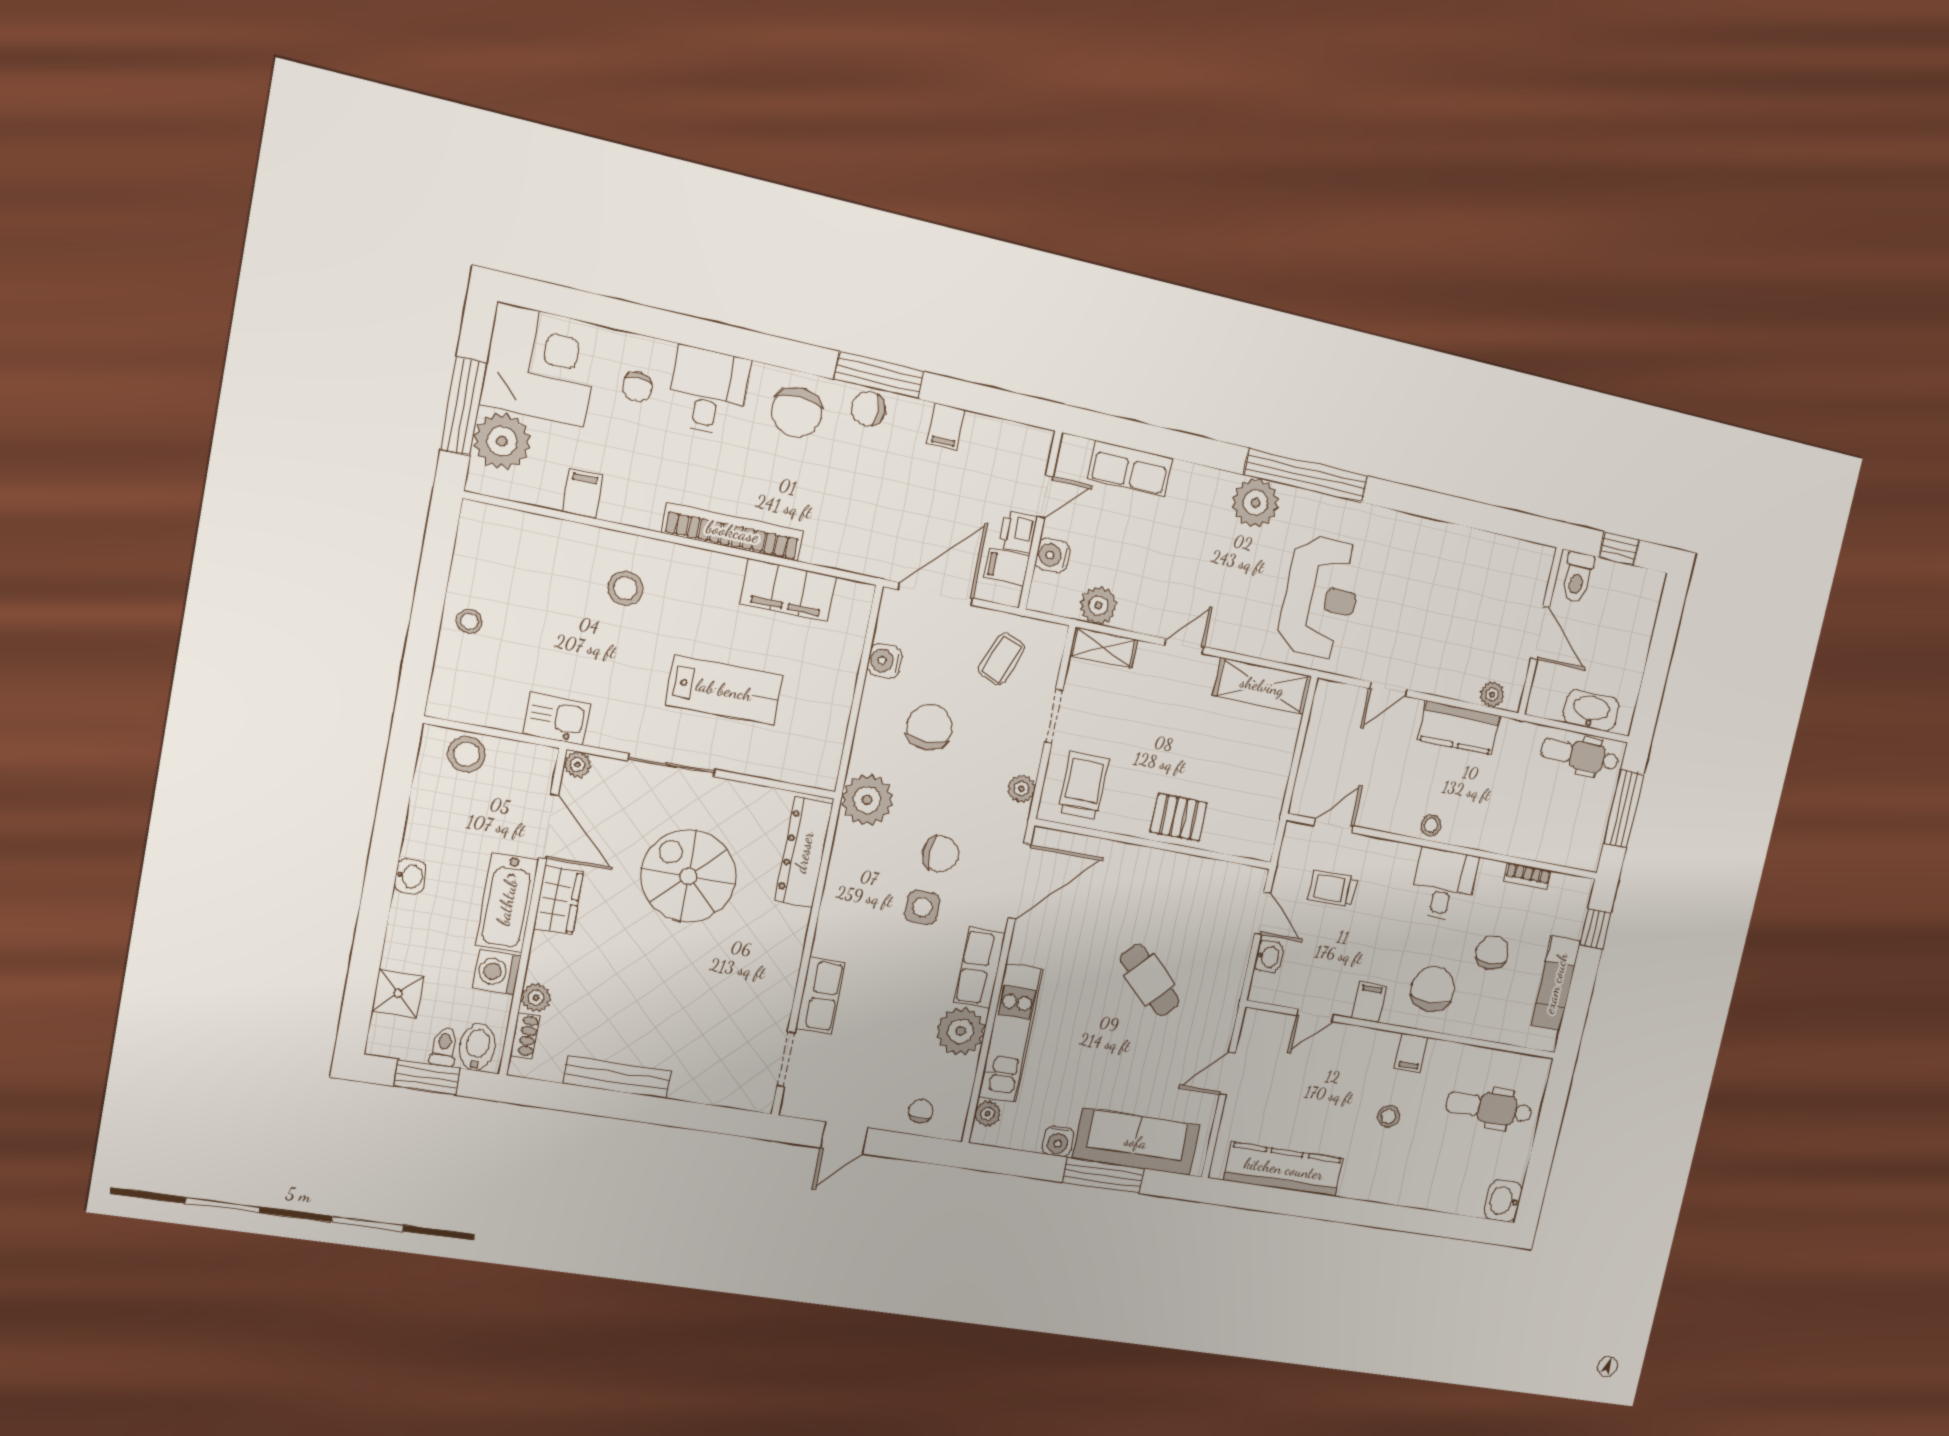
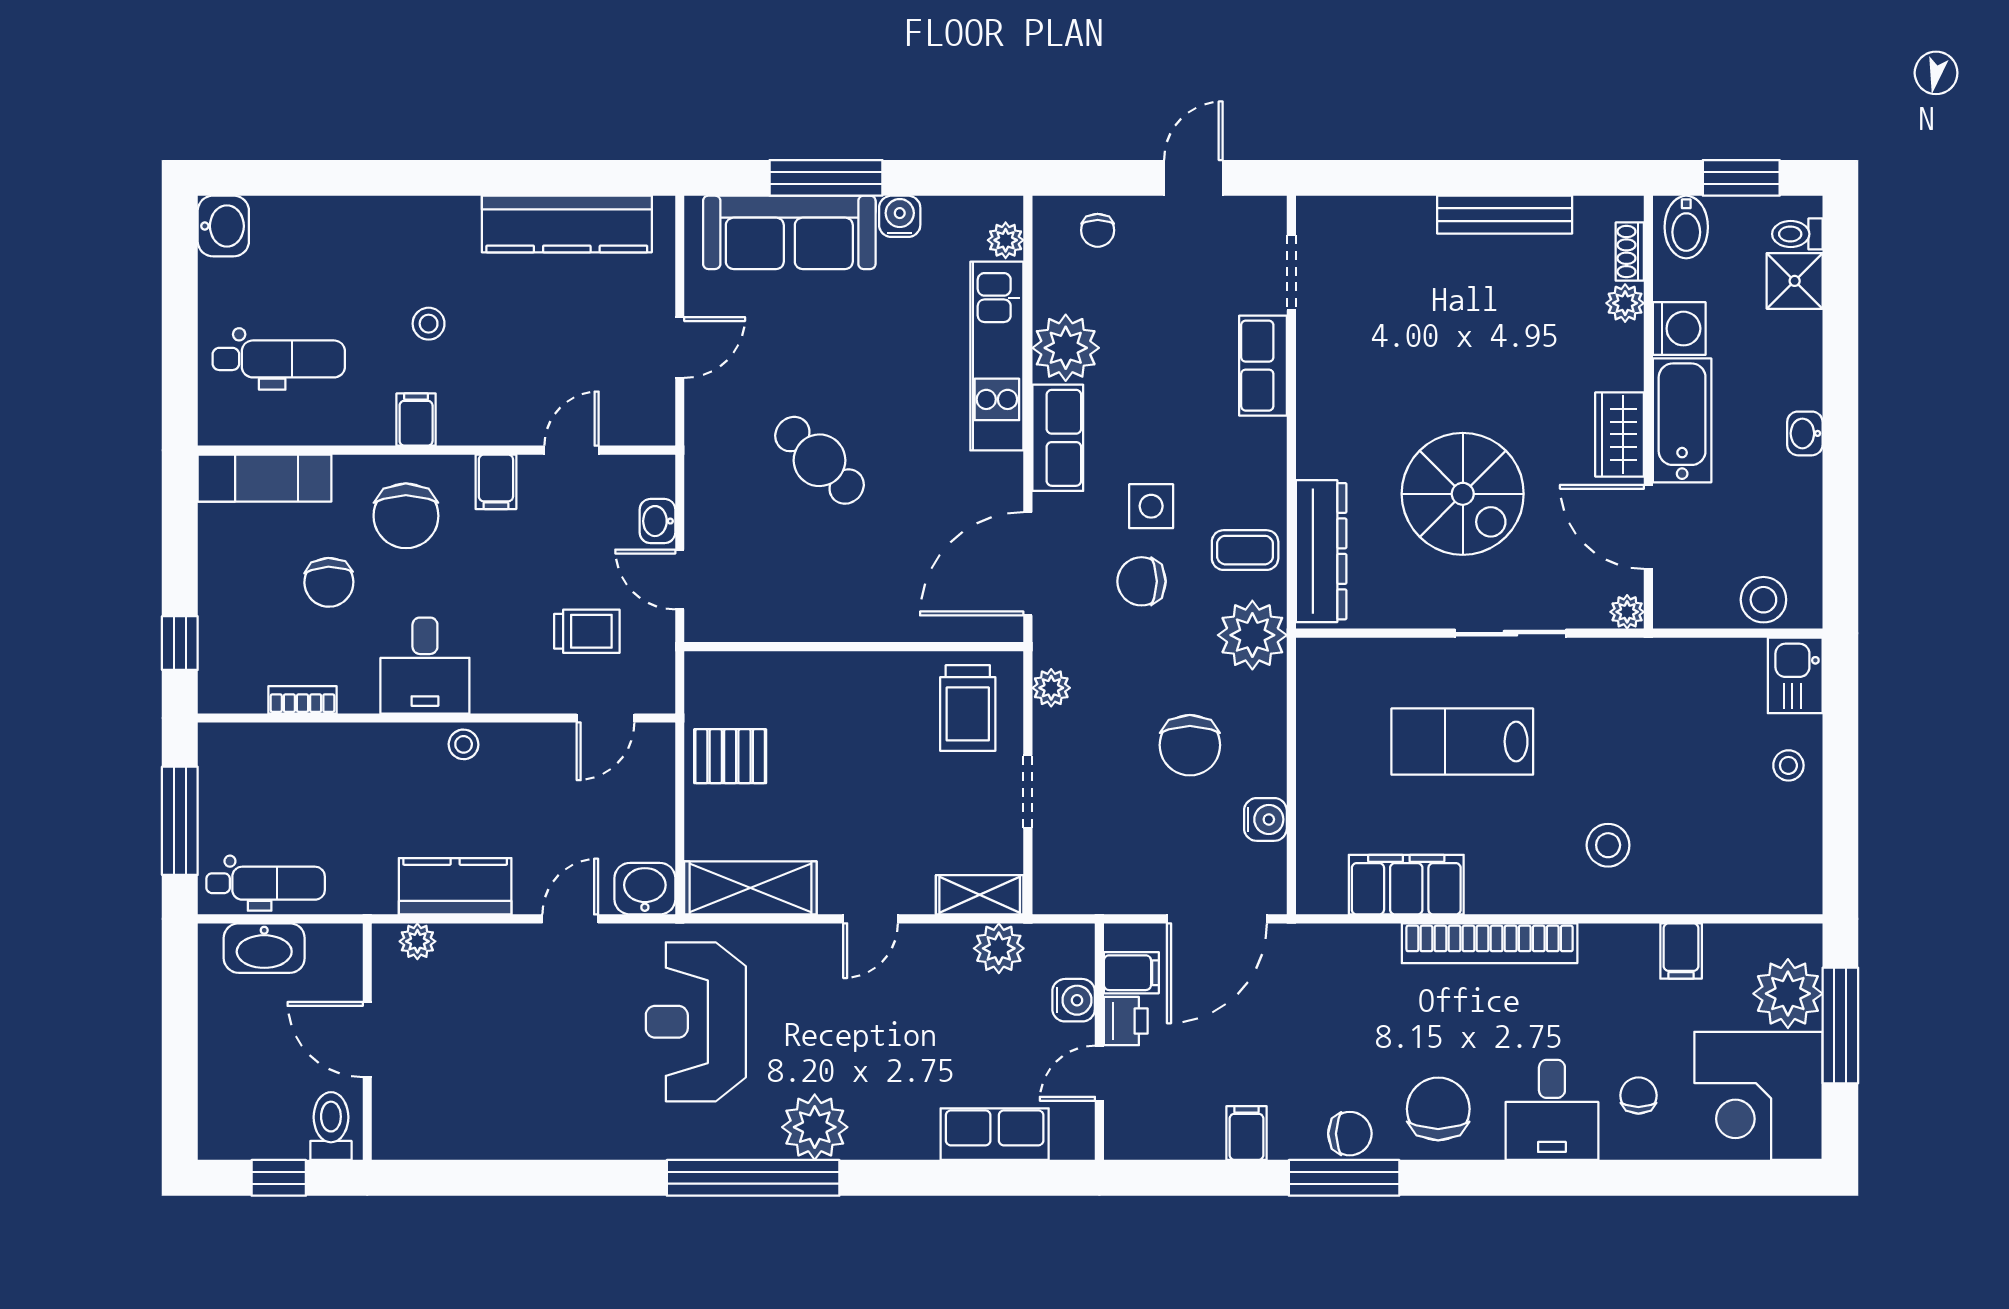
coffee table: (1001, 659) -> (1245, 550), moved, turned 69
washbasin: (1334, 700) -> (645, 889), added
kitchen sink: (557, 719) -> (1795, 675), moved, turned 90
pallet: (1179, 817) -> (730, 756), moved
exam couch: (1556, 983) -> (265, 478), moved, turned 90
toilet: (444, 1047) -> (1797, 234), moved, turned 90

